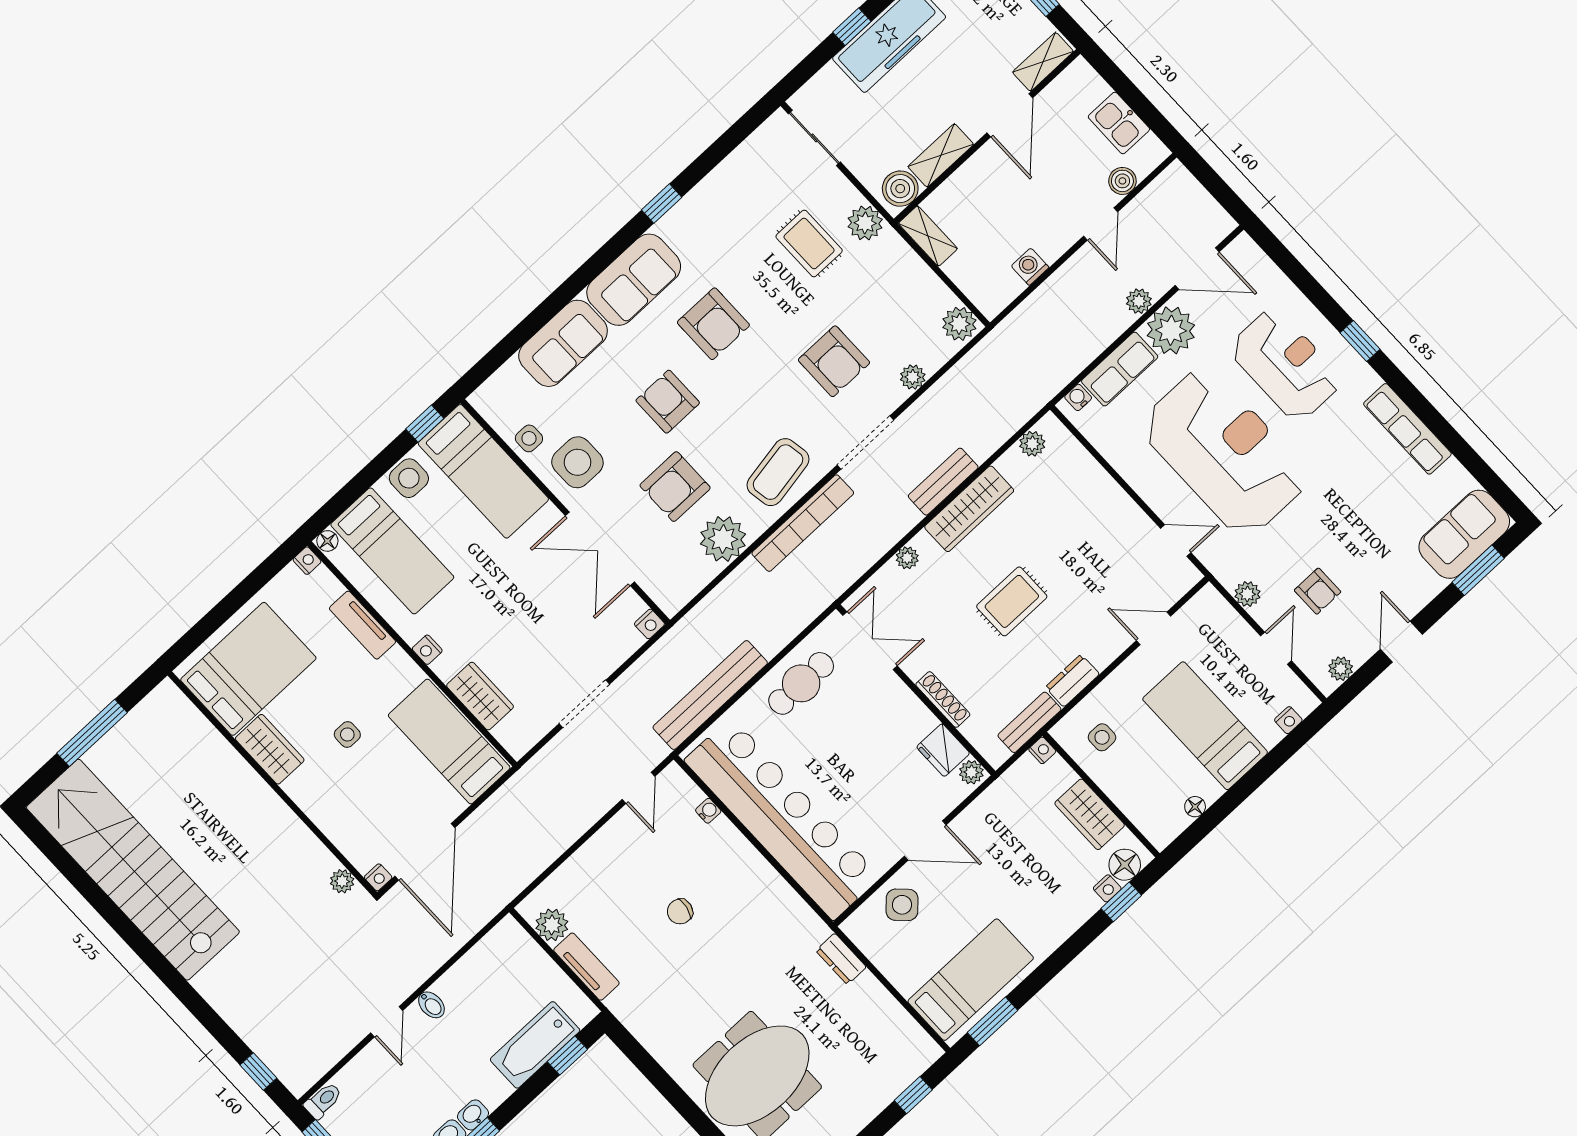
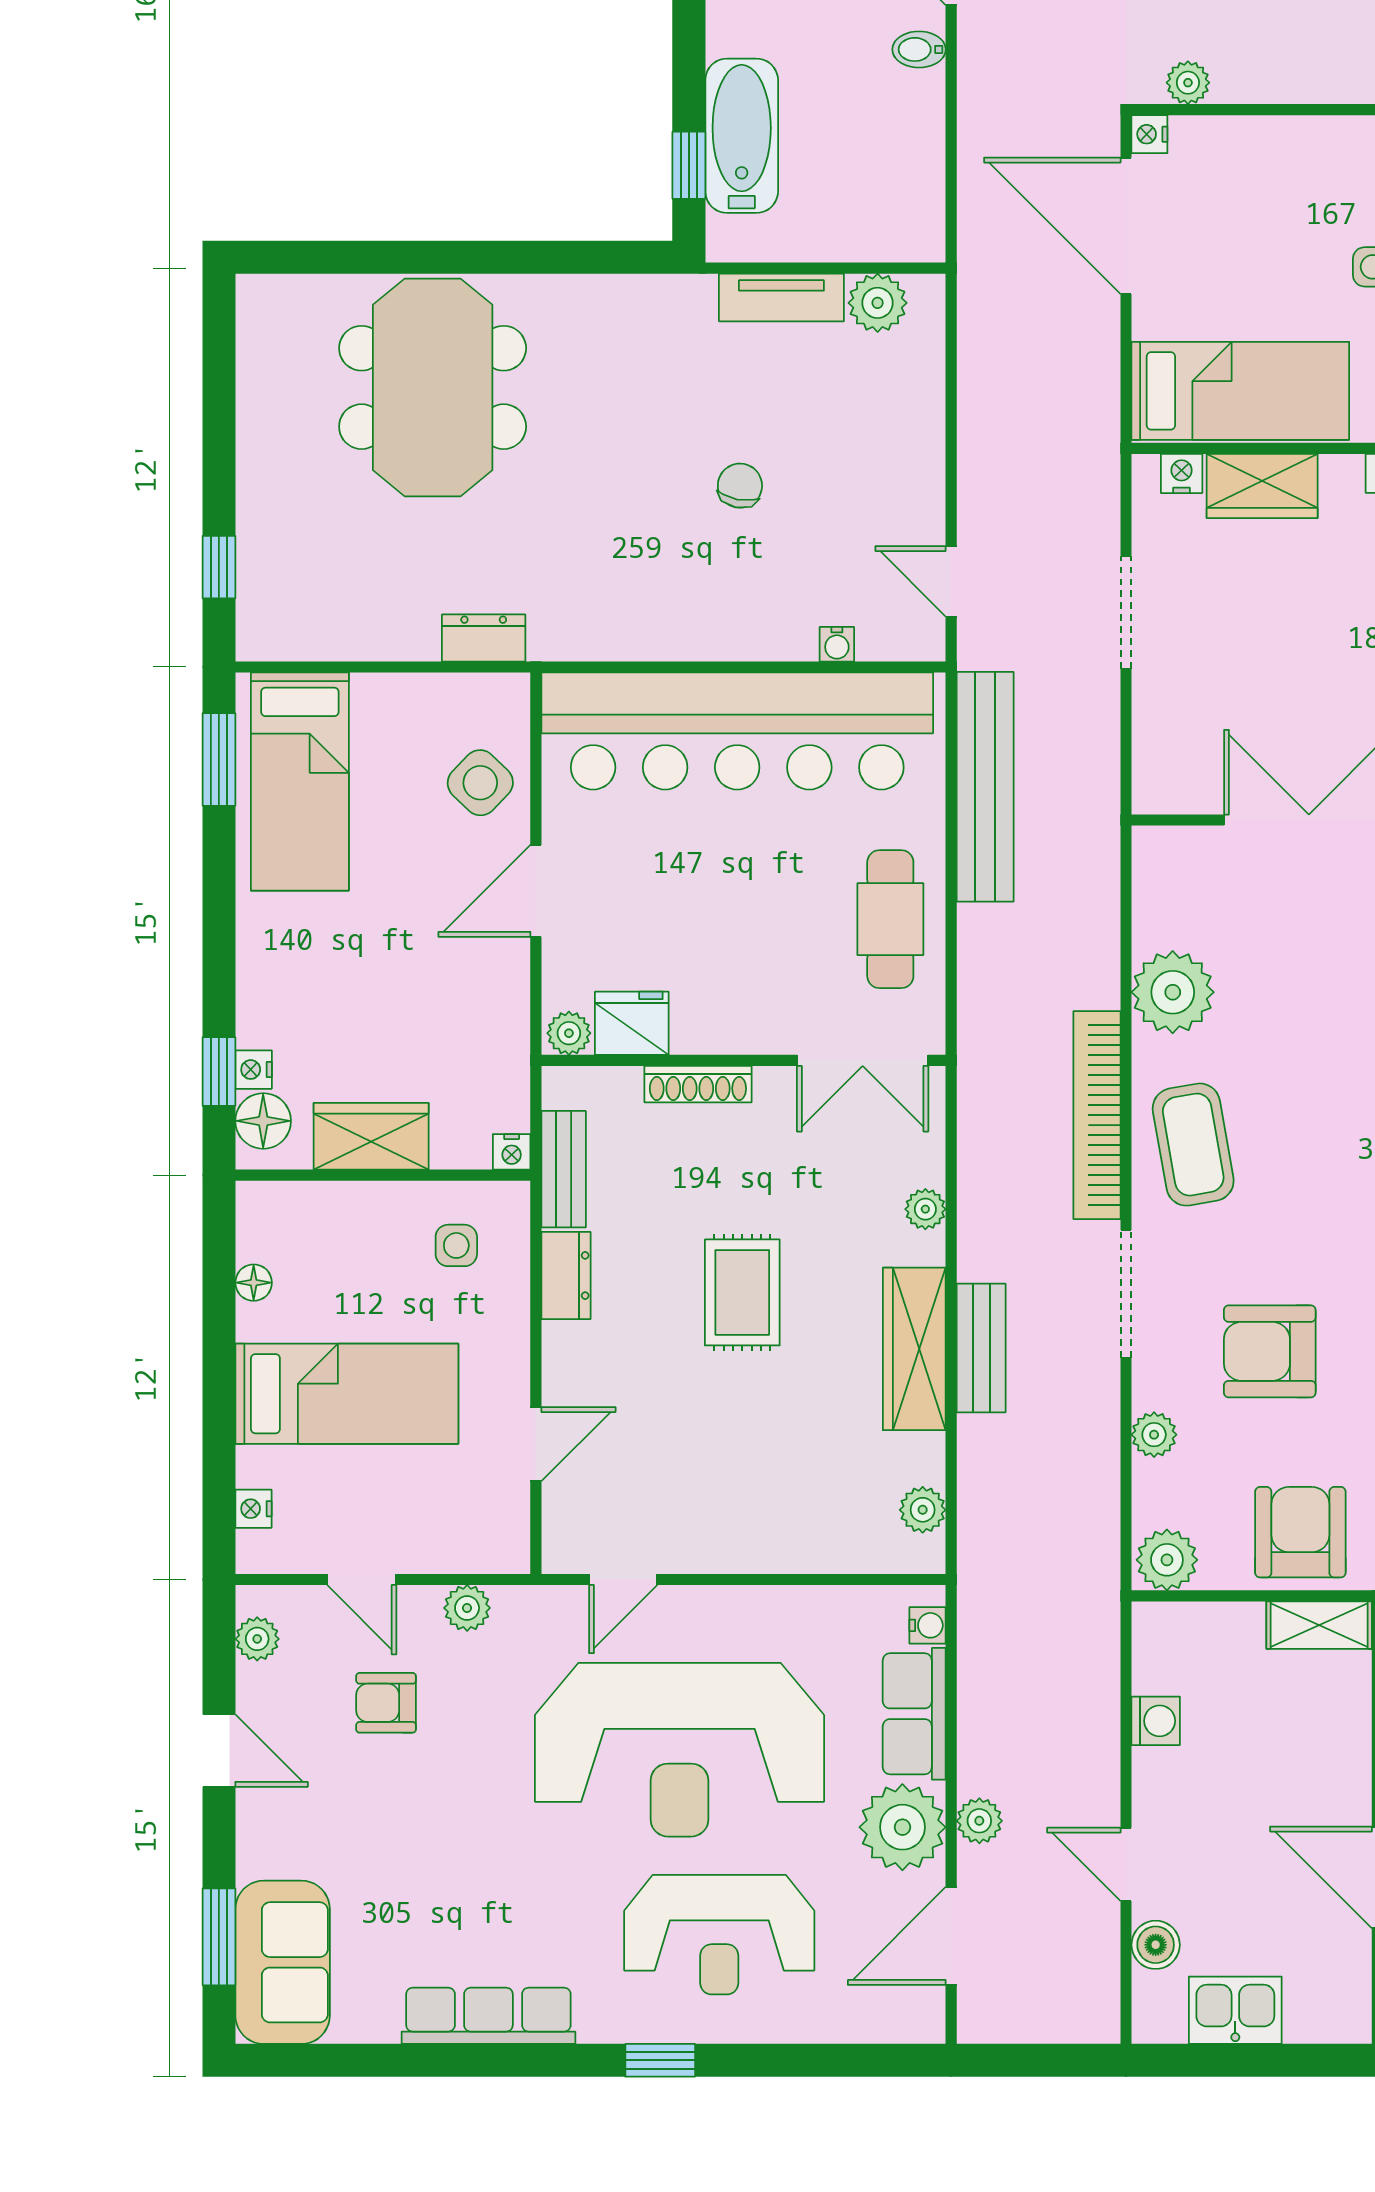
armchair: (675, 487) -> (1300, 1532), moved
nightstand: (649, 624) -> (1182, 473), moved, turned 90

